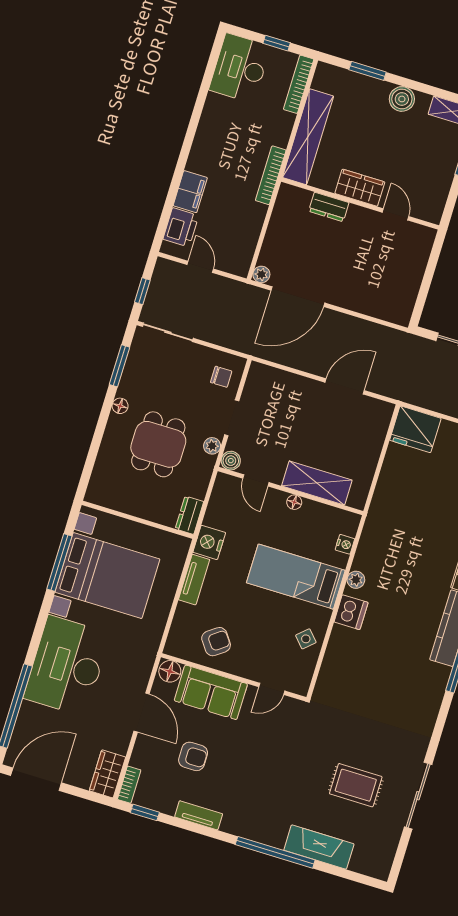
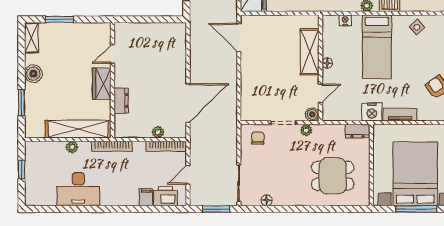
desk: (240, 68) -> (78, 189), moved
bookcase: (299, 84) -> (166, 146), moved
plant: (286, 121) -> (72, 147), added
filing cabinet: (190, 192) -> (146, 197), width x0.50
plant: (261, 274) -> (158, 132), moved
window: (142, 291) -> (216, 209), width x1.50
door: (298, 297) -> (188, 103), hinge flipped
window: (119, 366) -> (271, 209), removed
door: (345, 386) -> (239, 37), moved
floor lamp: (120, 406) -> (267, 200), moved
dining table: (158, 444) -> (333, 176), moved

